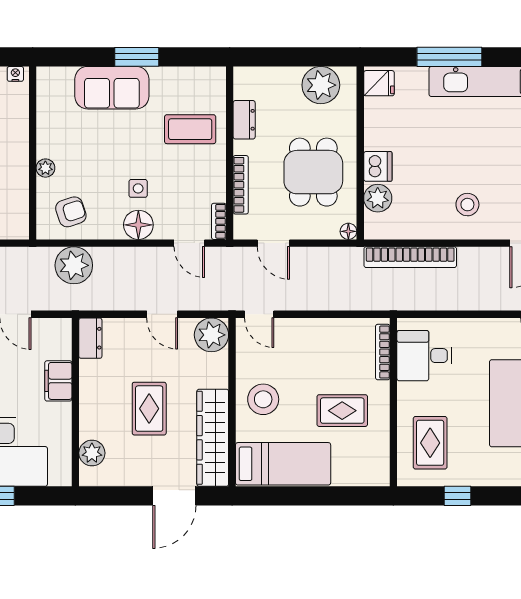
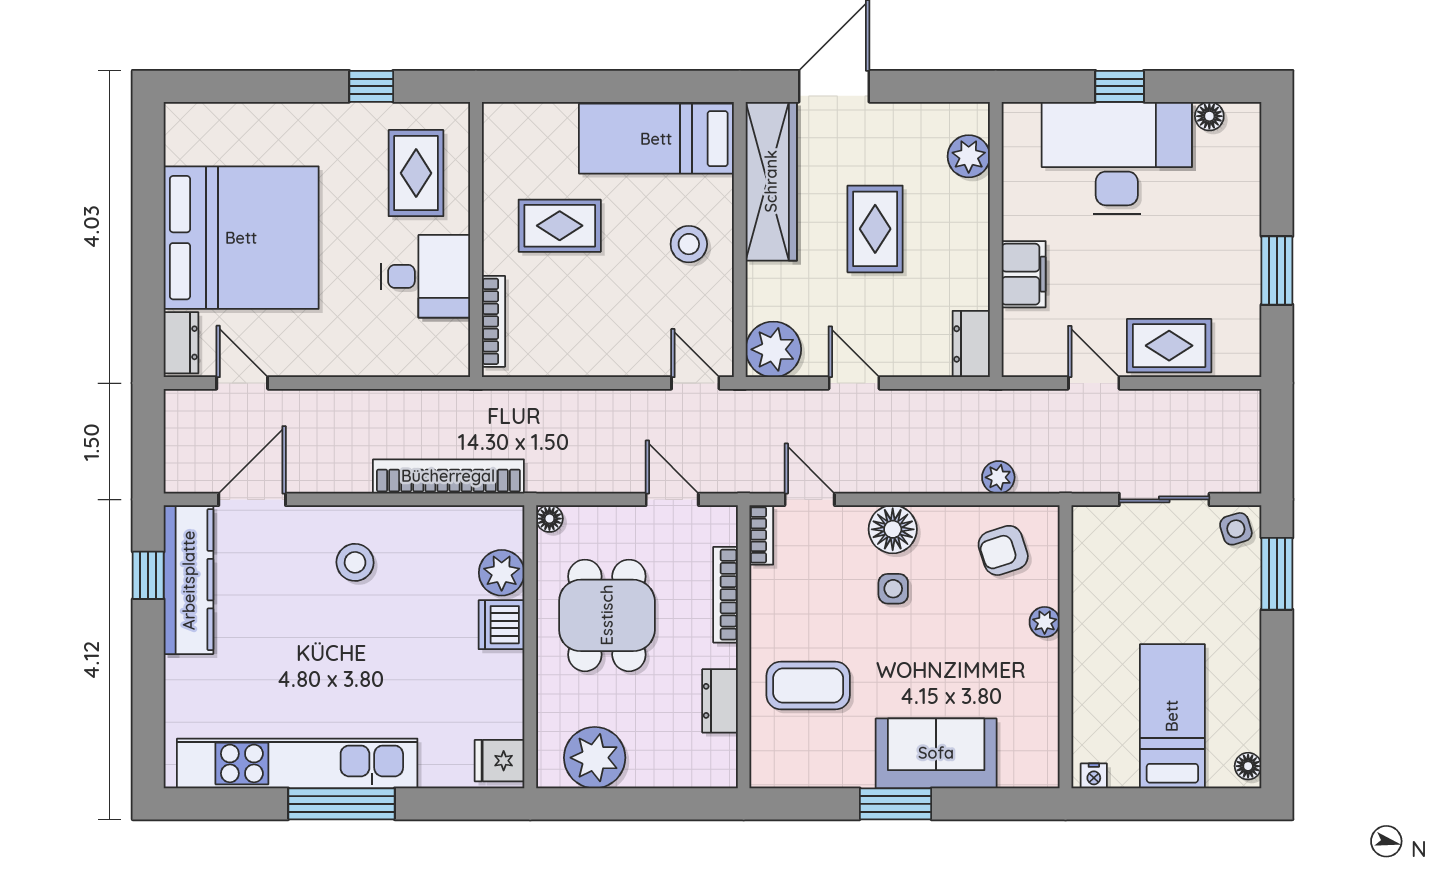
window: (449, 57) -> (341, 804), moved
plant: (74, 265) -> (998, 477), width x0.53, depth x0.53
desk: (424, 356) -> (426, 276), moved
stool: (263, 399) -> (689, 244), width x0.73, depth x0.73

